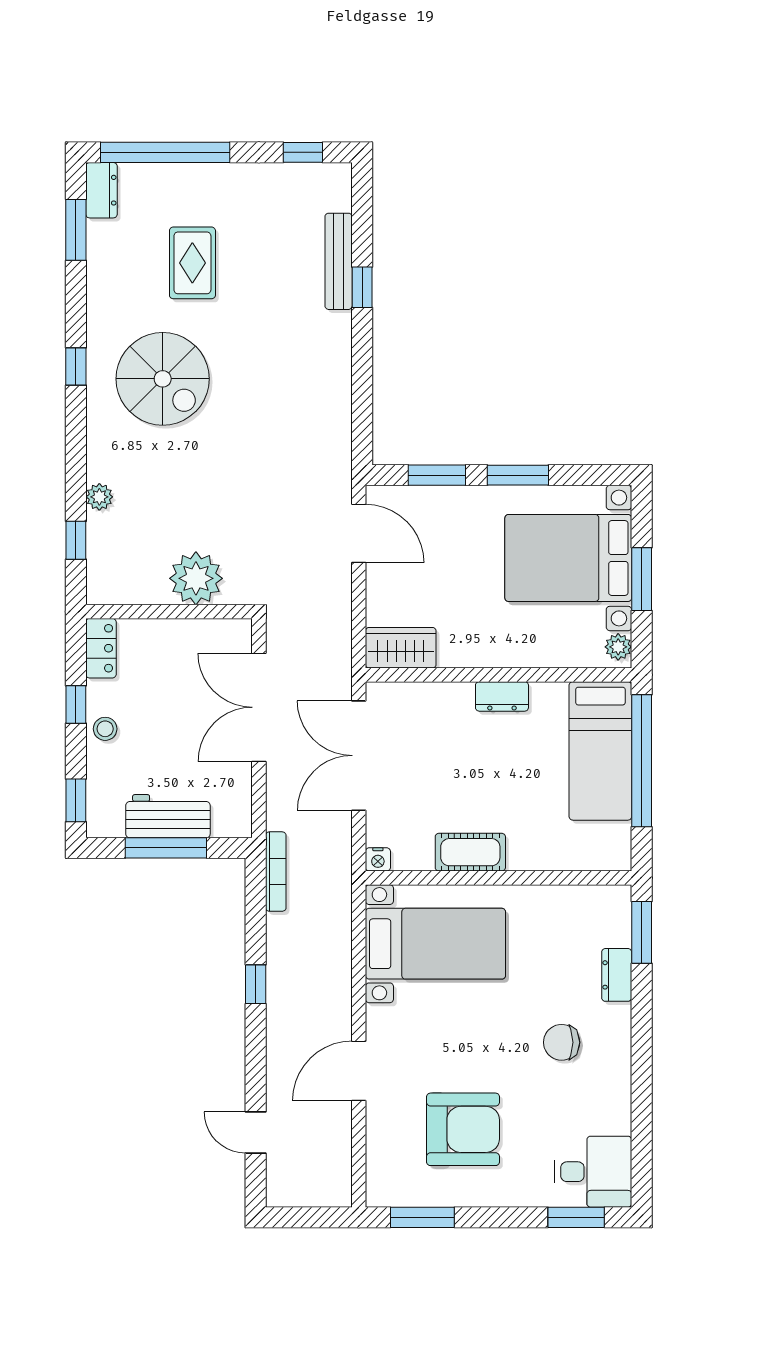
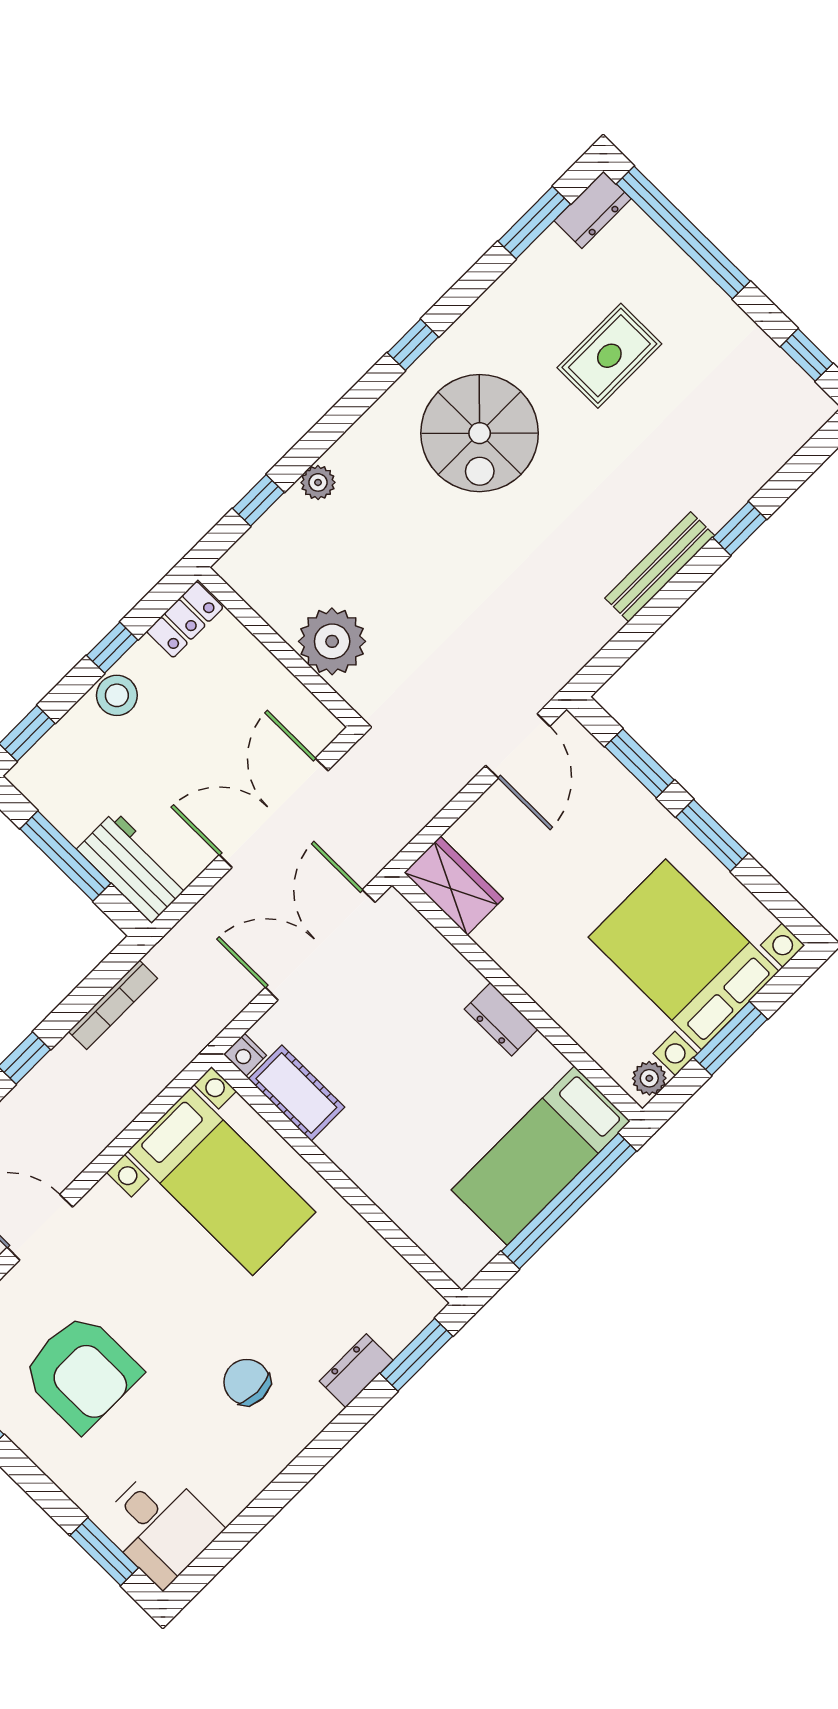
bench: (339, 261) -> (660, 567), moved
stool: (105, 729) -> (117, 695), width x1.37, depth x1.37
workbench: (168, 816) -> (133, 867), moved
cot: (470, 852) -> (296, 1093), moved
bookcase: (276, 872) -> (113, 1005), moved

